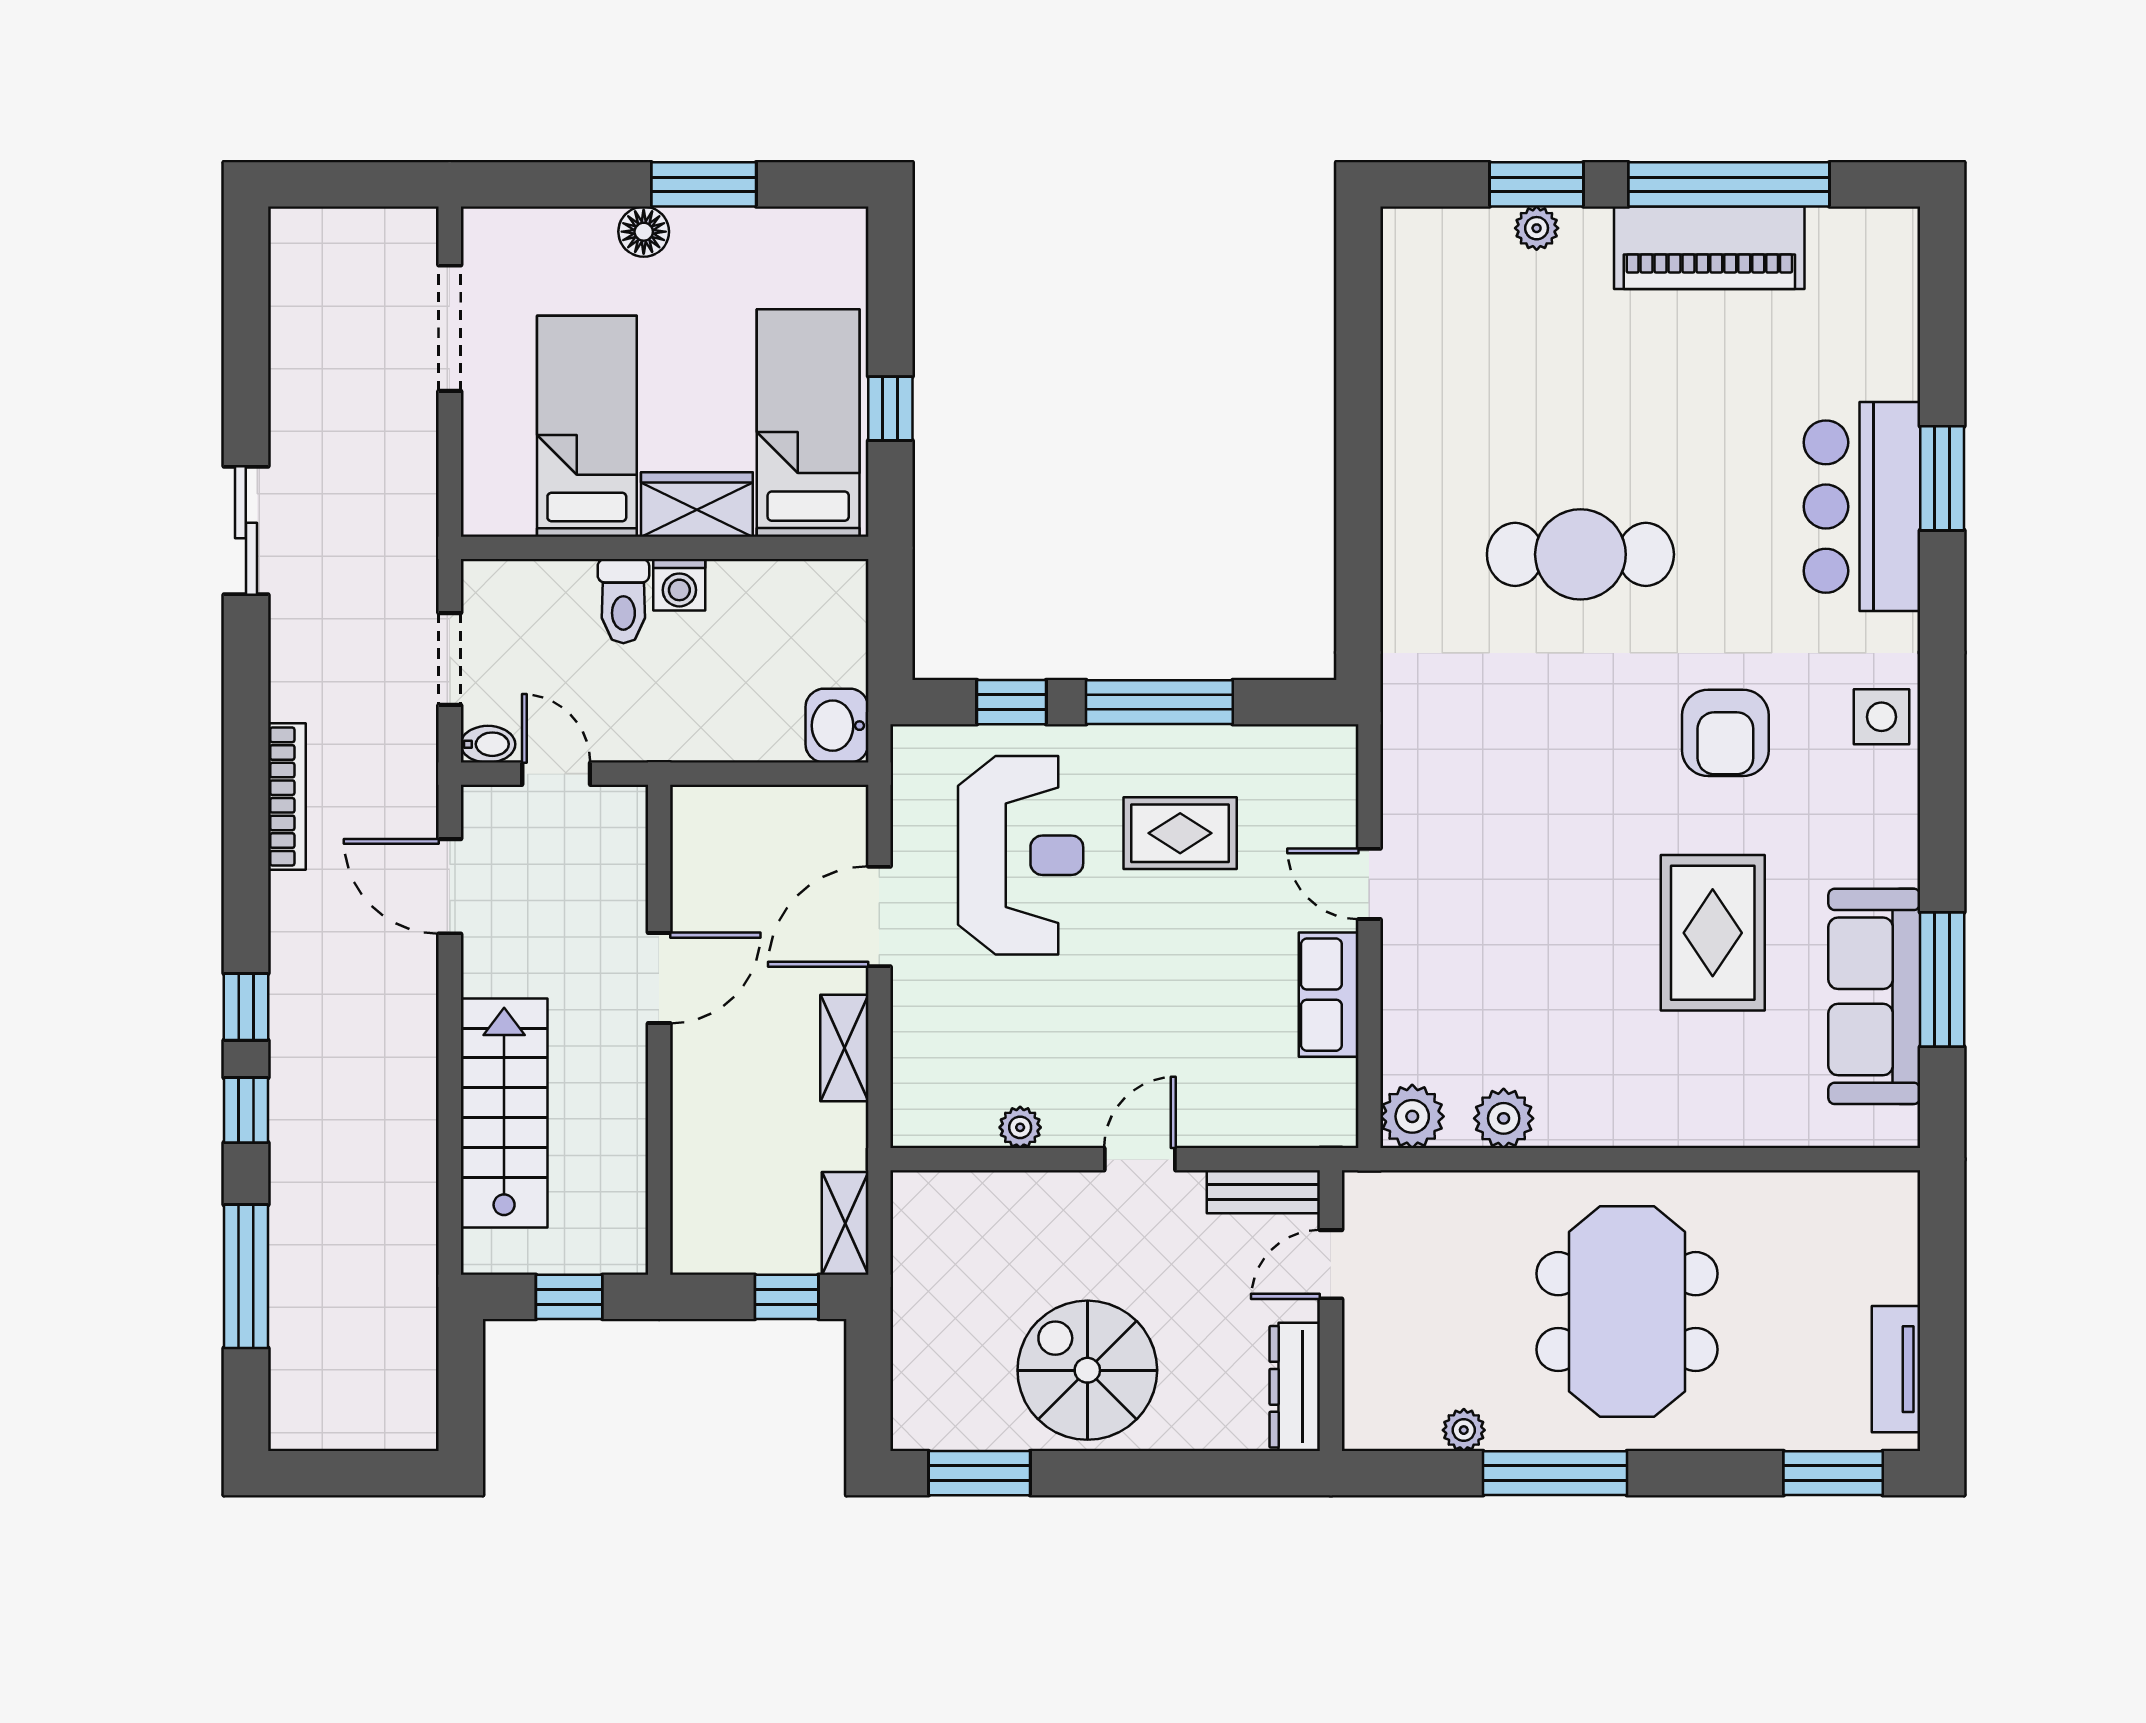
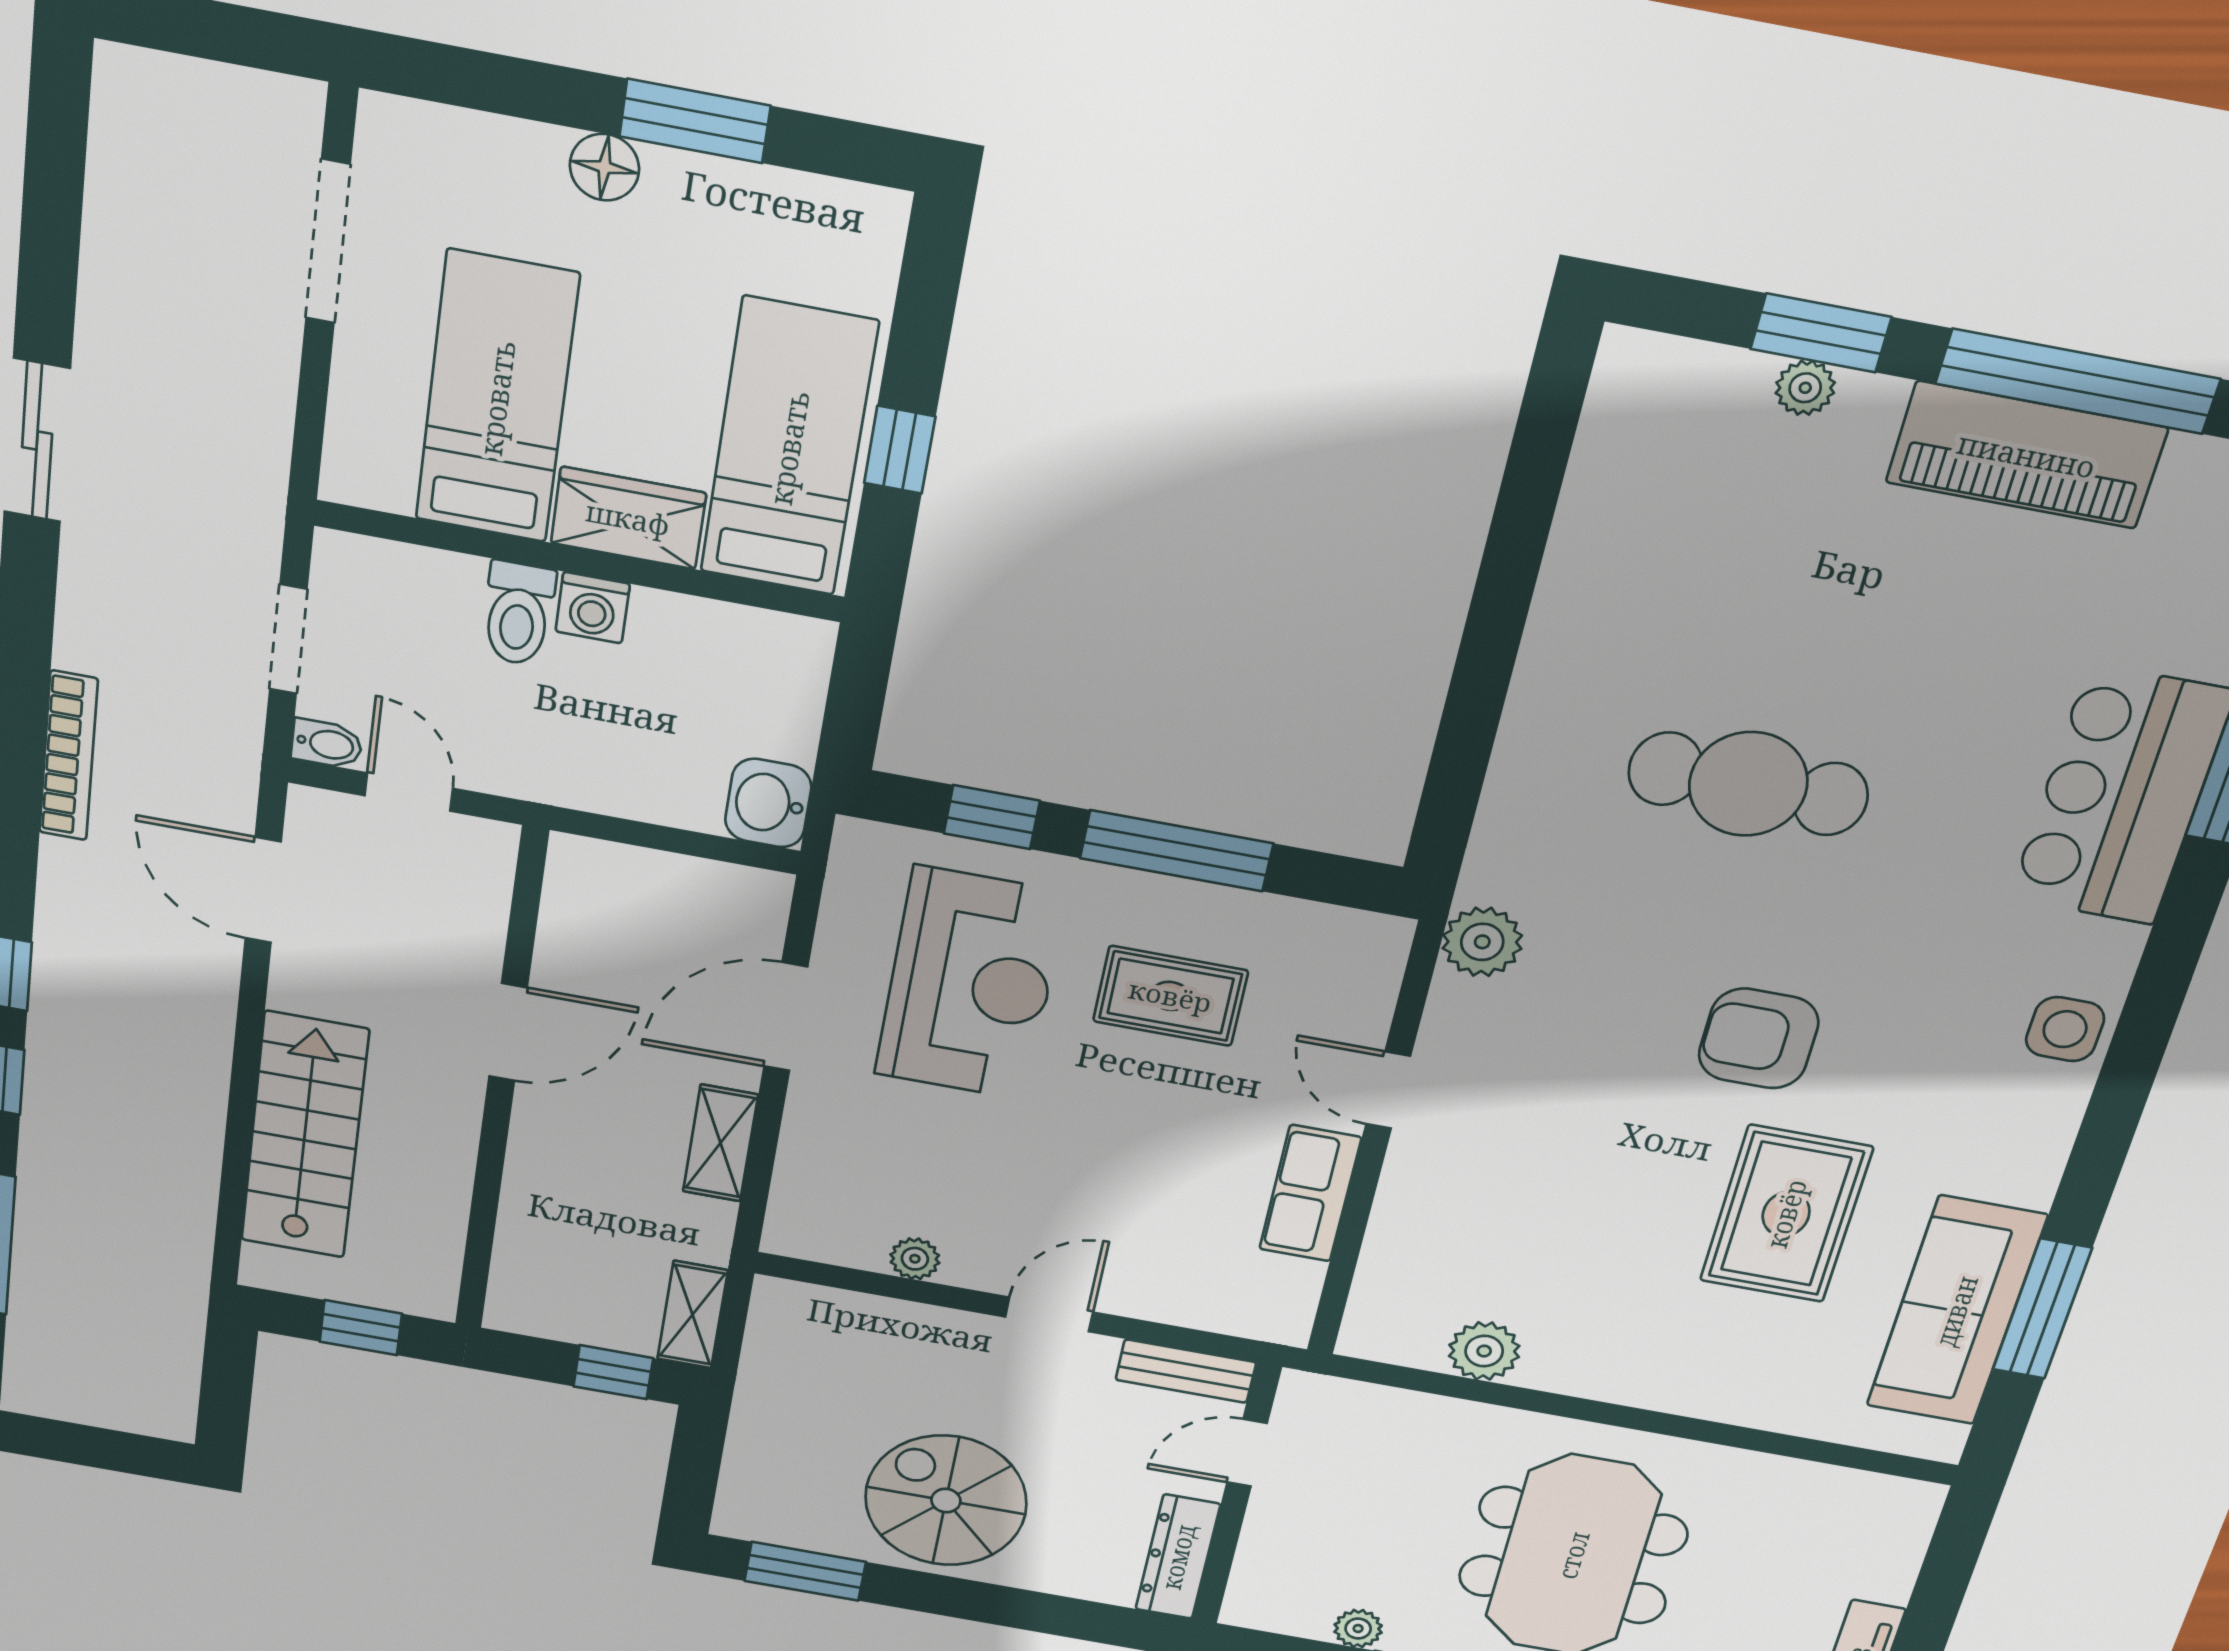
armchair: (1725, 733) -> (1759, 1039), moved, turned 90
plant: (1412, 1116) -> (1482, 942), moved

